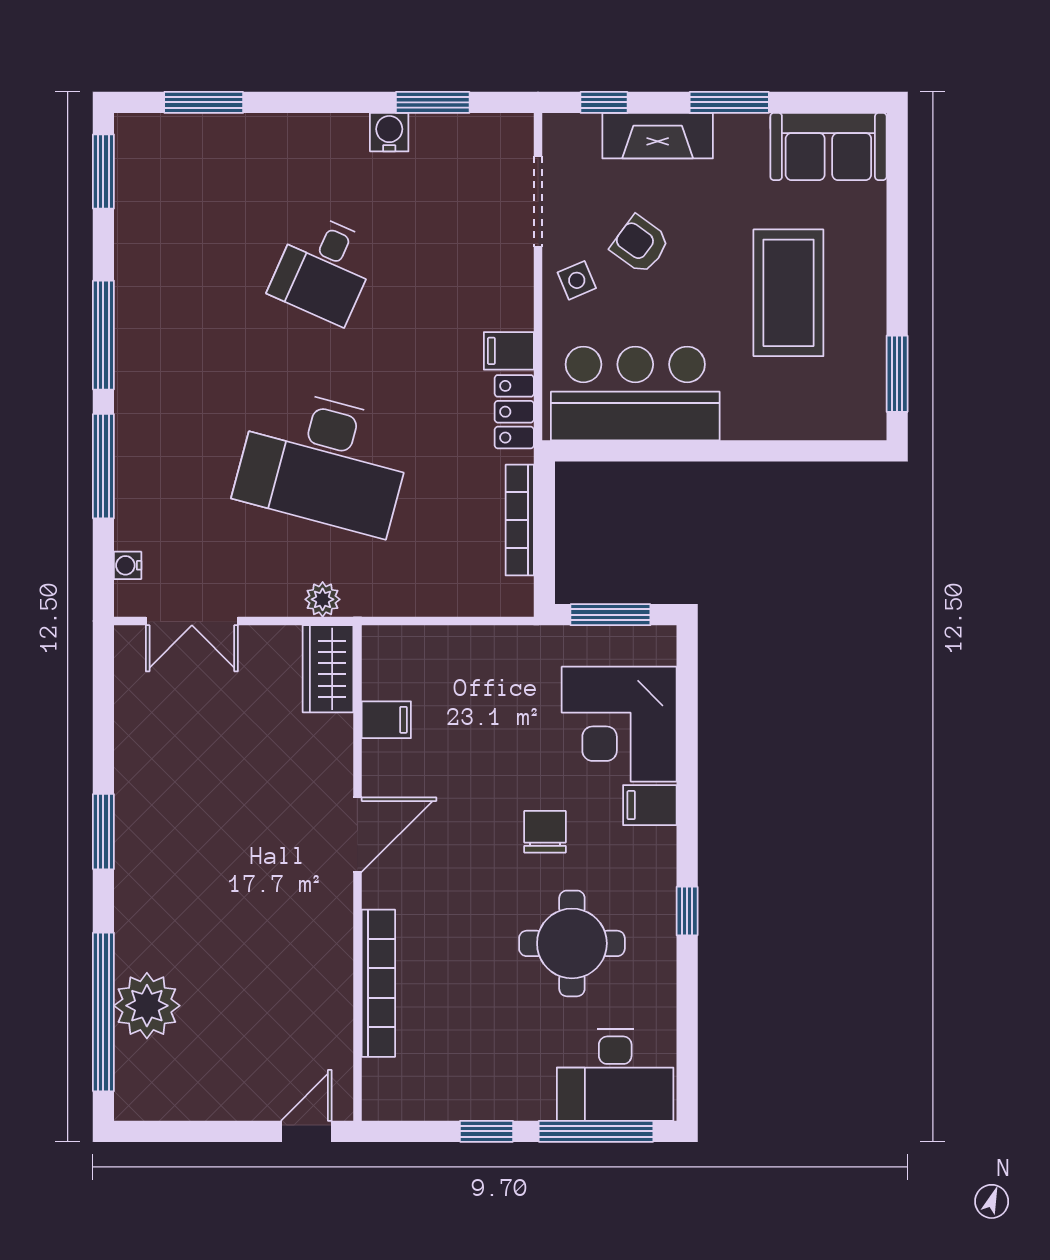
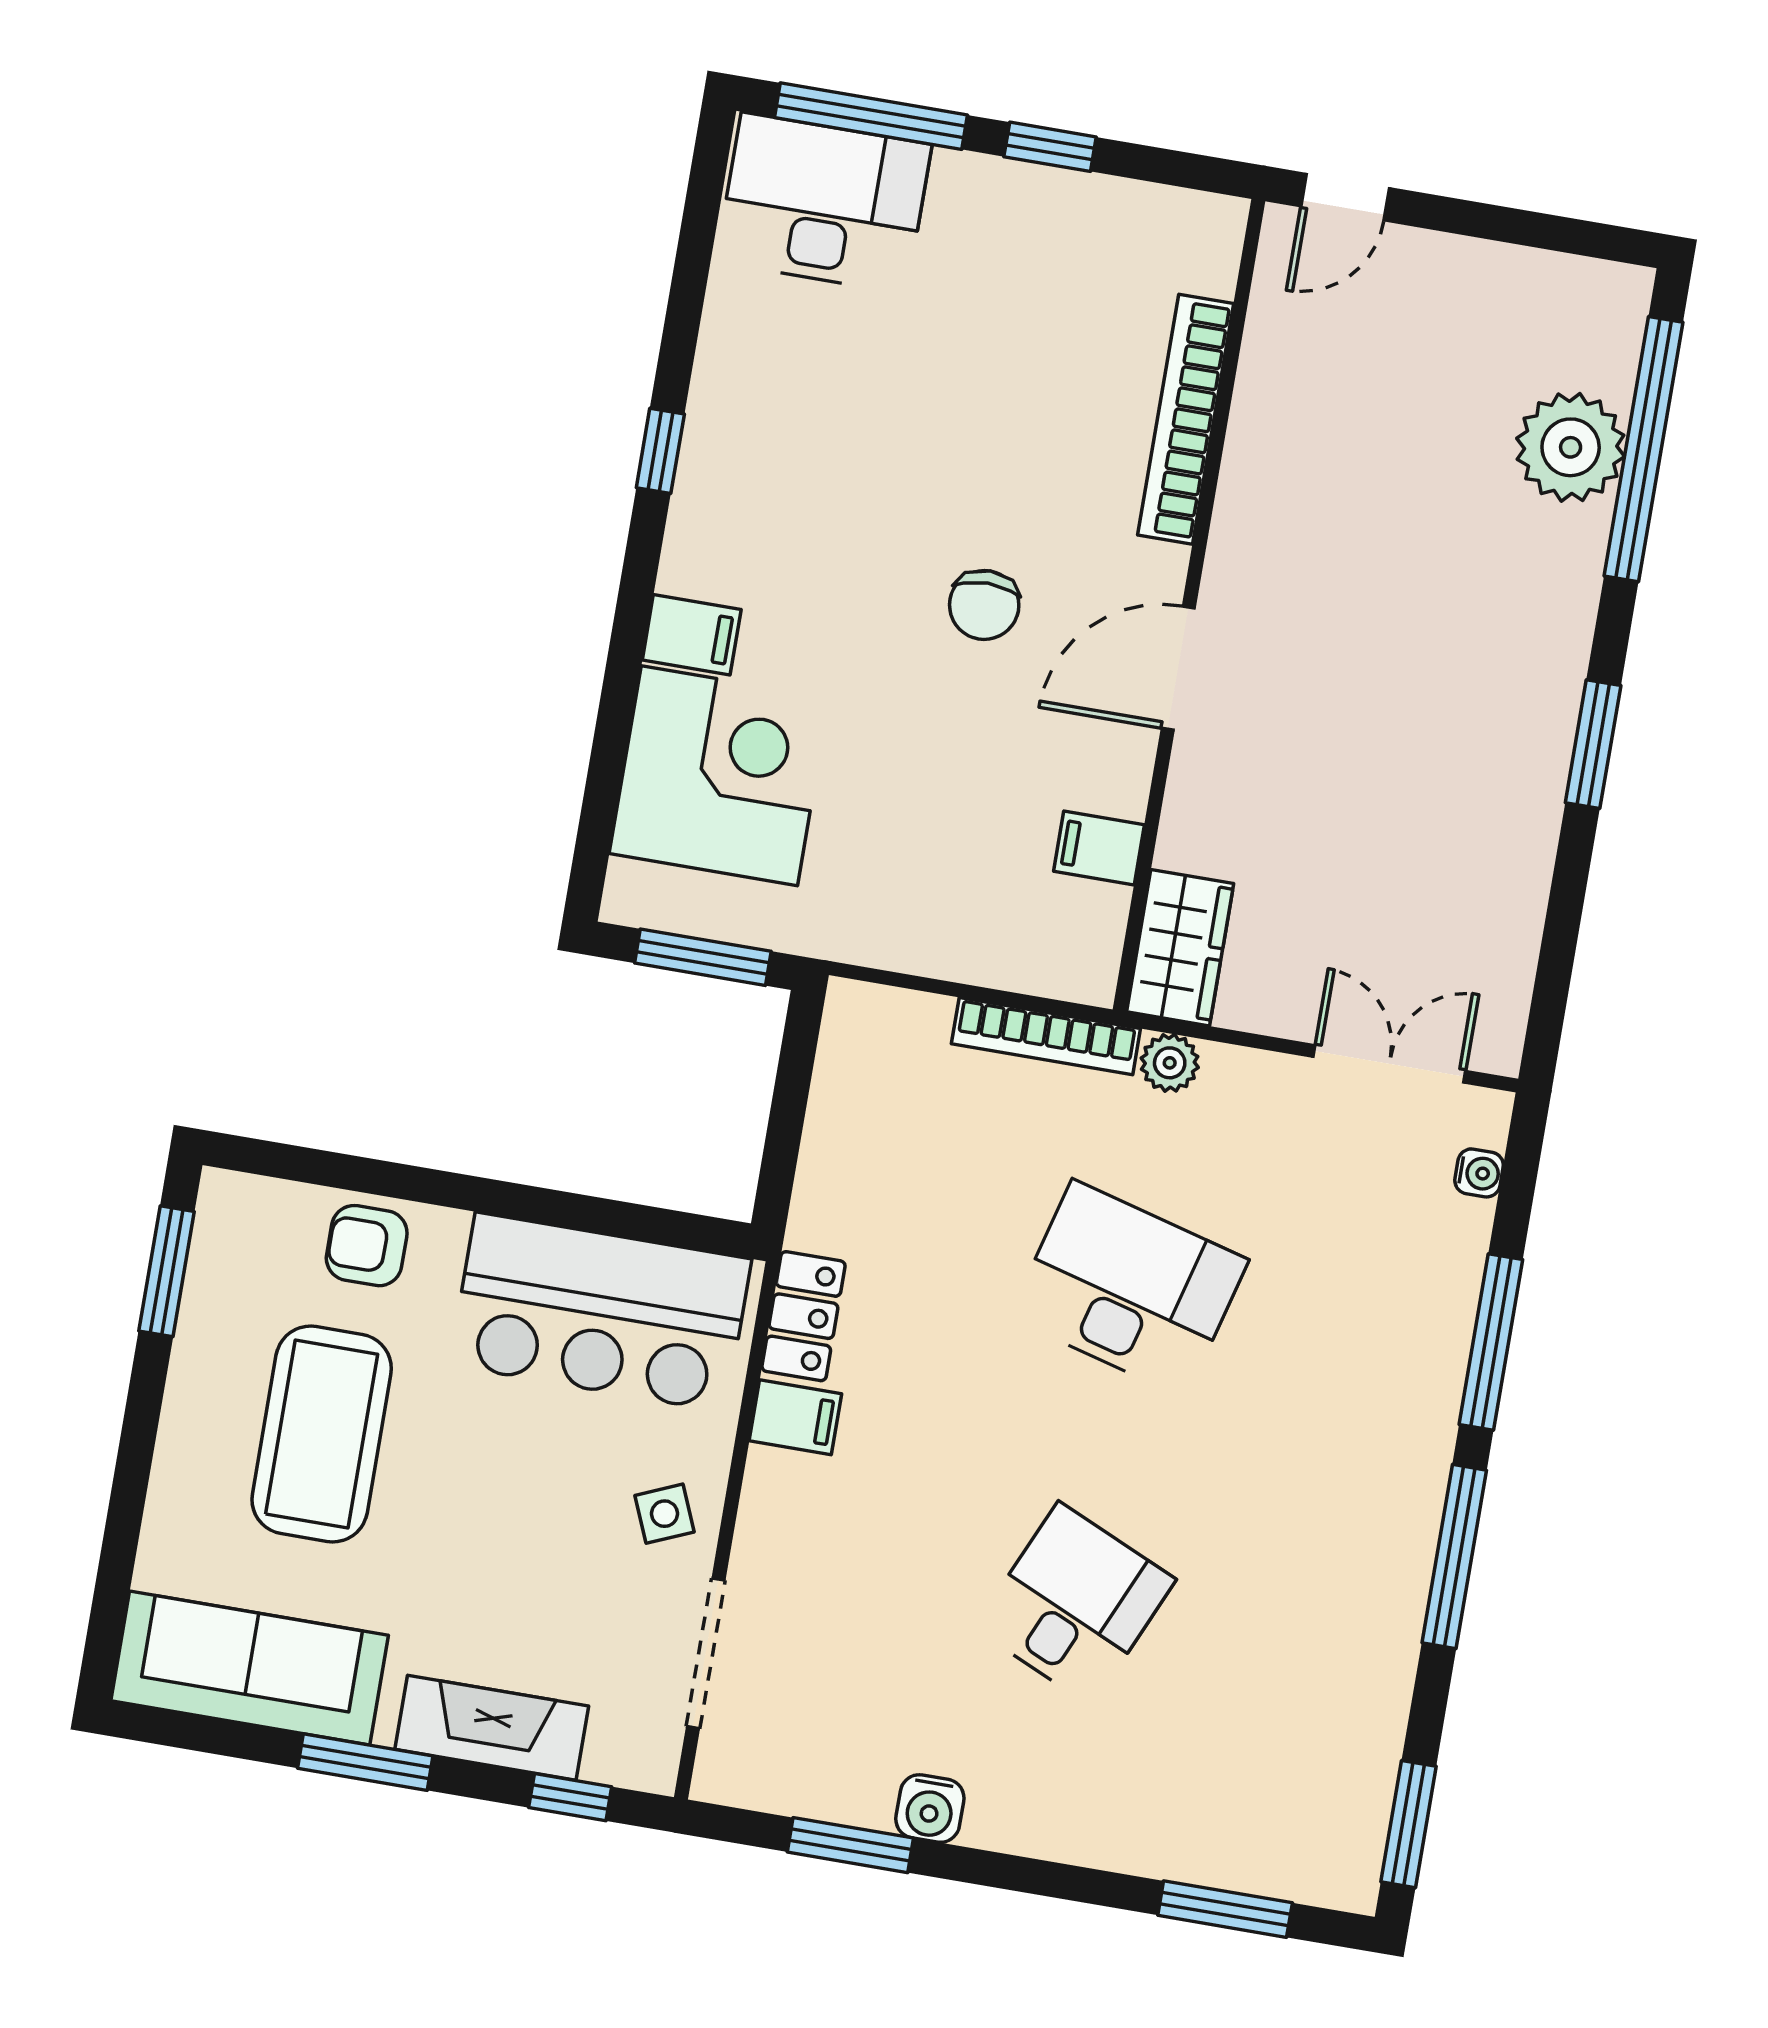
sofa: (828, 147) -> (250, 1668), width x1.36
armchair: (640, 244) -> (367, 1246), moved, turned 144
desk: (324, 461) -> (1129, 1288), width x0.73, depth x0.77
bookcase: (520, 520) -> (1046, 1036), moved, turned 90
chair: (545, 832) -> (984, 605), moved
round table: (572, 943) -> (858, 430), removed

